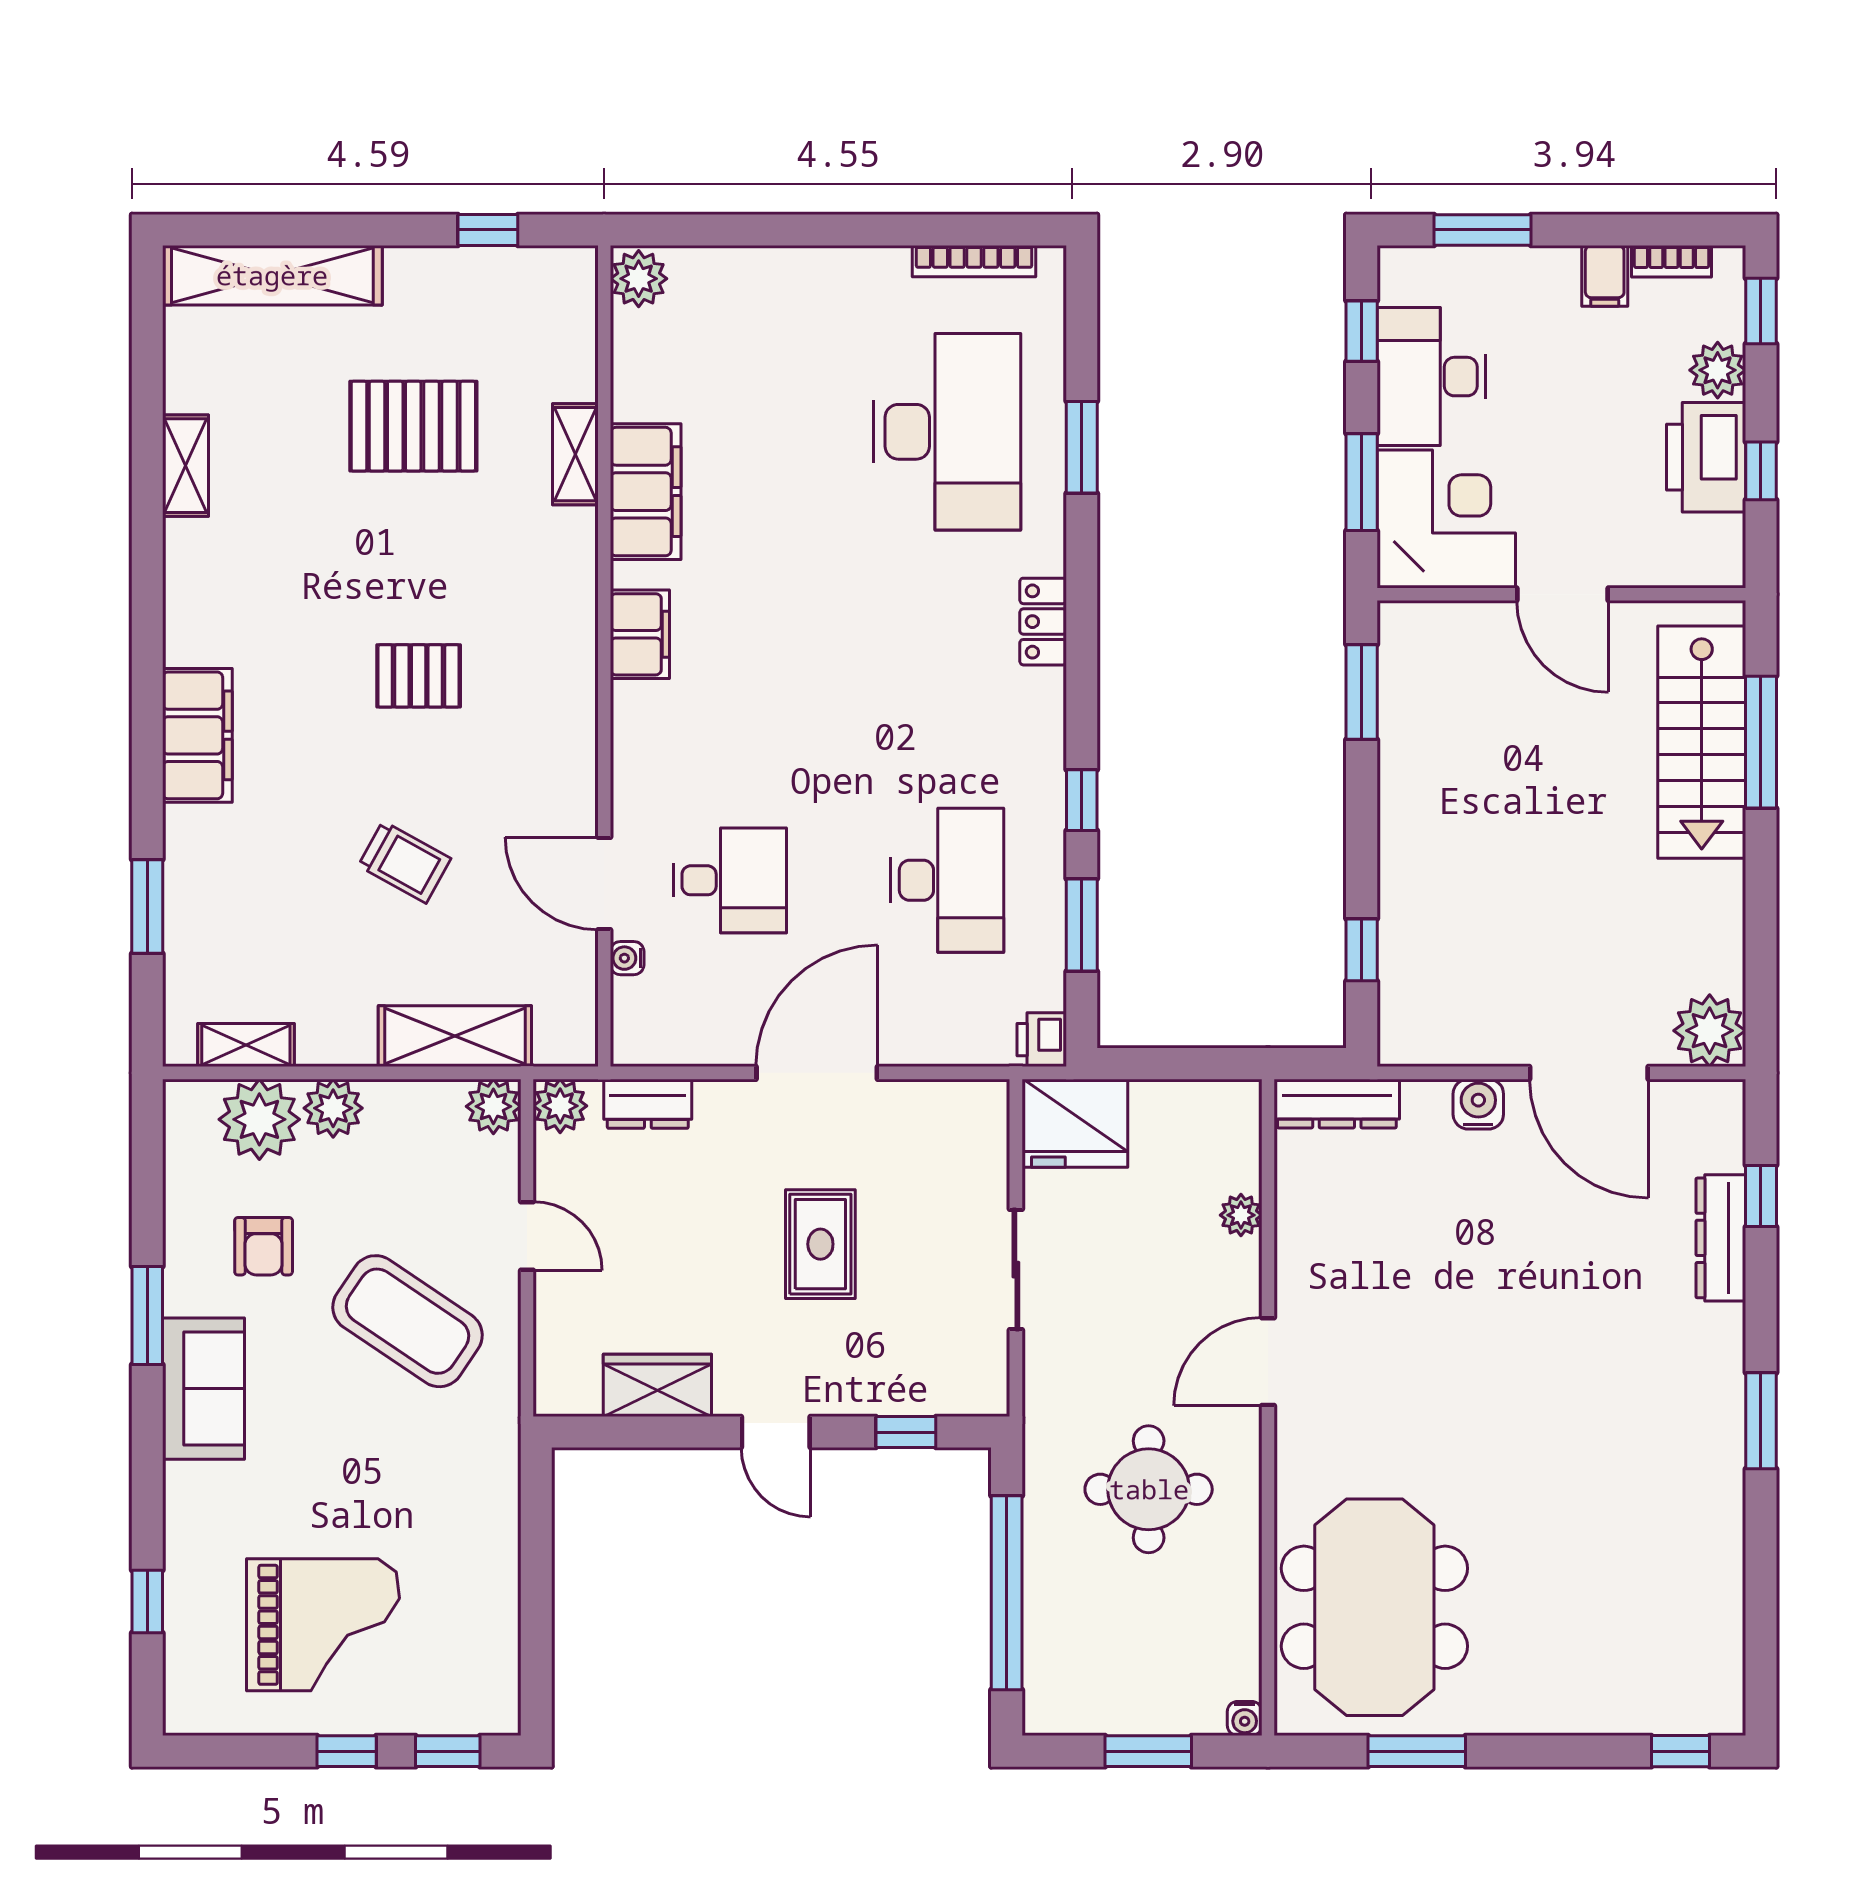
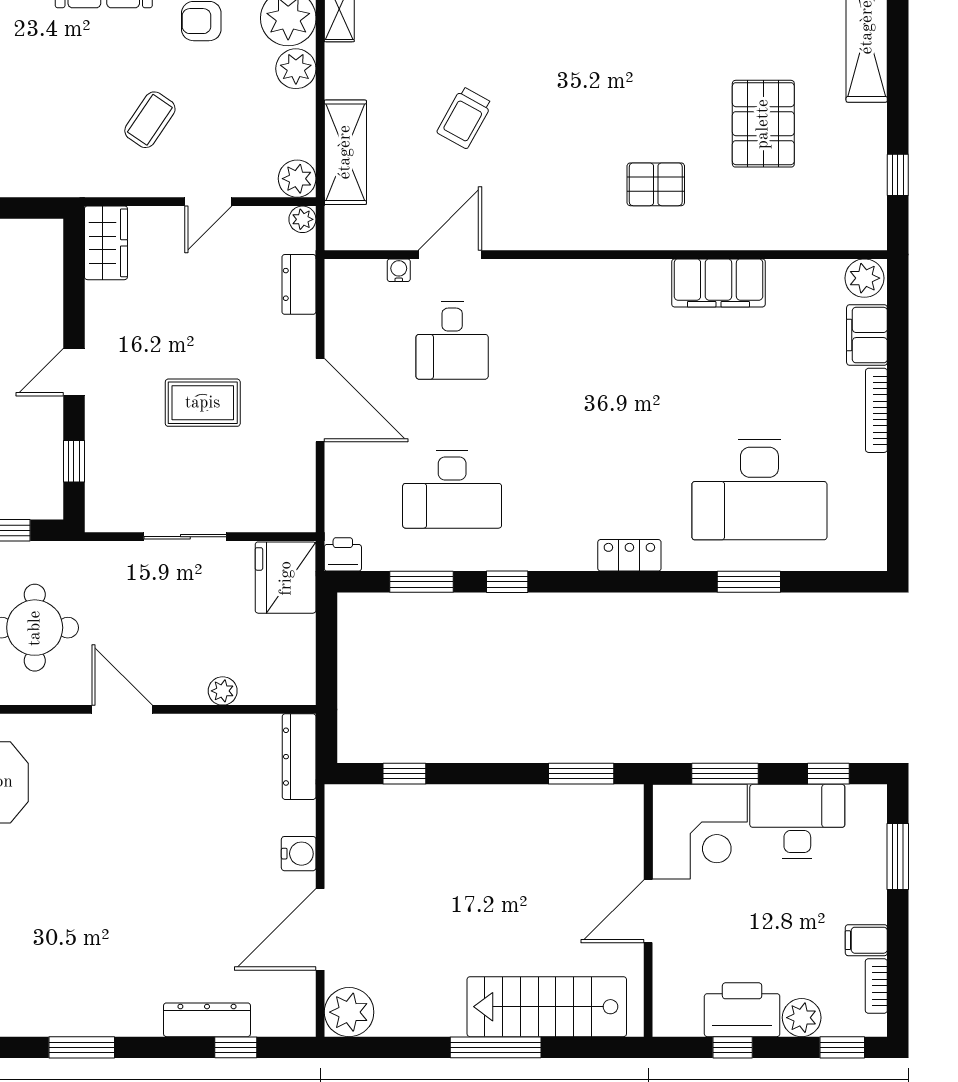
bookcase: (974, 261) -> (876, 410), moved
shelving: (575, 454) -> (744, 235), removed
filing cabinet: (640, 634) -> (867, 335), moved, turned 90
pallet: (419, 676) -> (656, 184), moved, turned 90
window: (1761, 742) -> (496, 1047), moved
plant: (560, 1106) -> (302, 219), width x0.73, depth x0.73
coffee table: (408, 1321) -> (150, 120), width x0.54, depth x0.58
wardrobe: (657, 1385) -> (106, 243), moved

